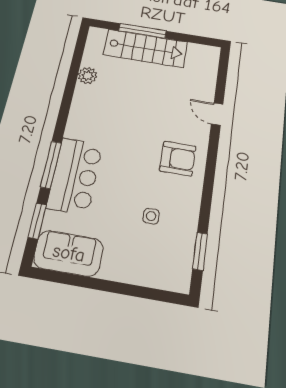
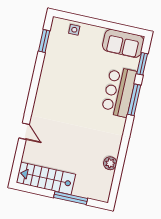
stairs: (146, 48) -> (46, 178), moved
armchair: (178, 159) -> (53, 101), removed
side table: (151, 216) -> (74, 30), moved

